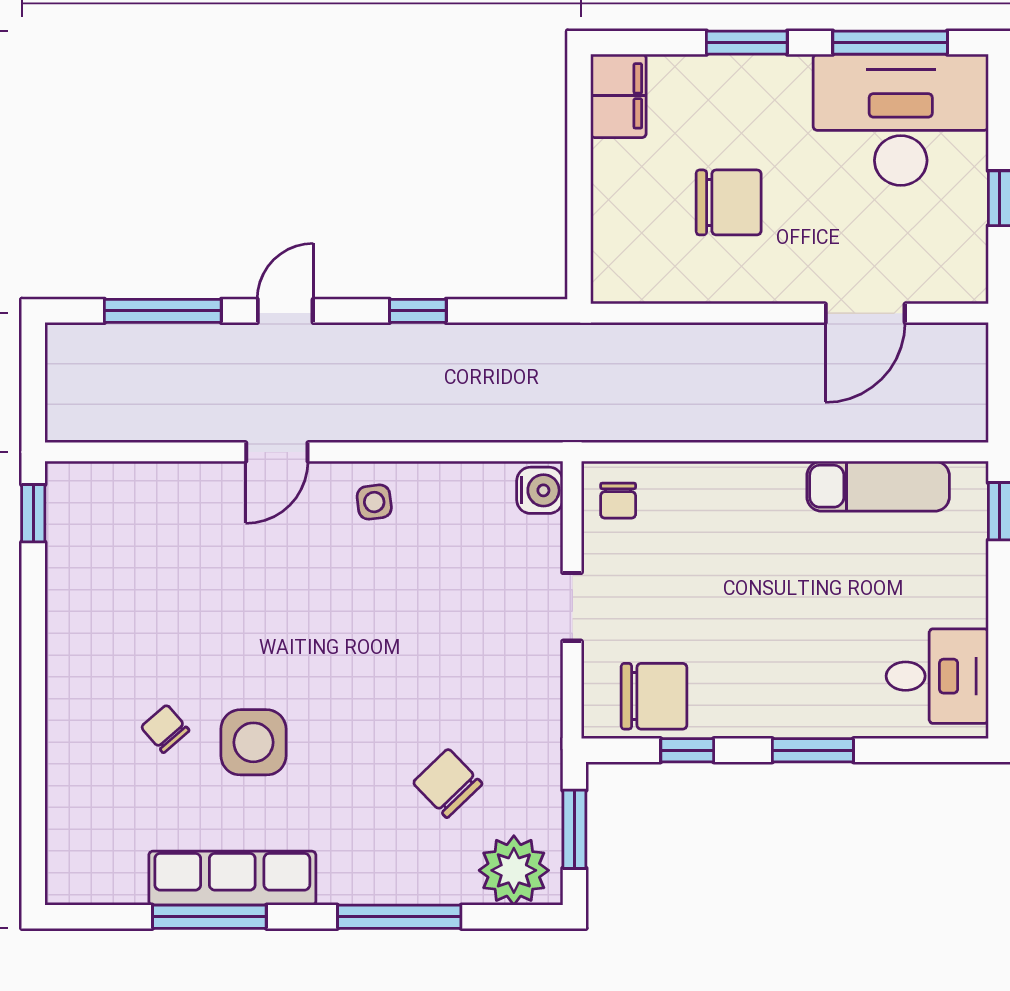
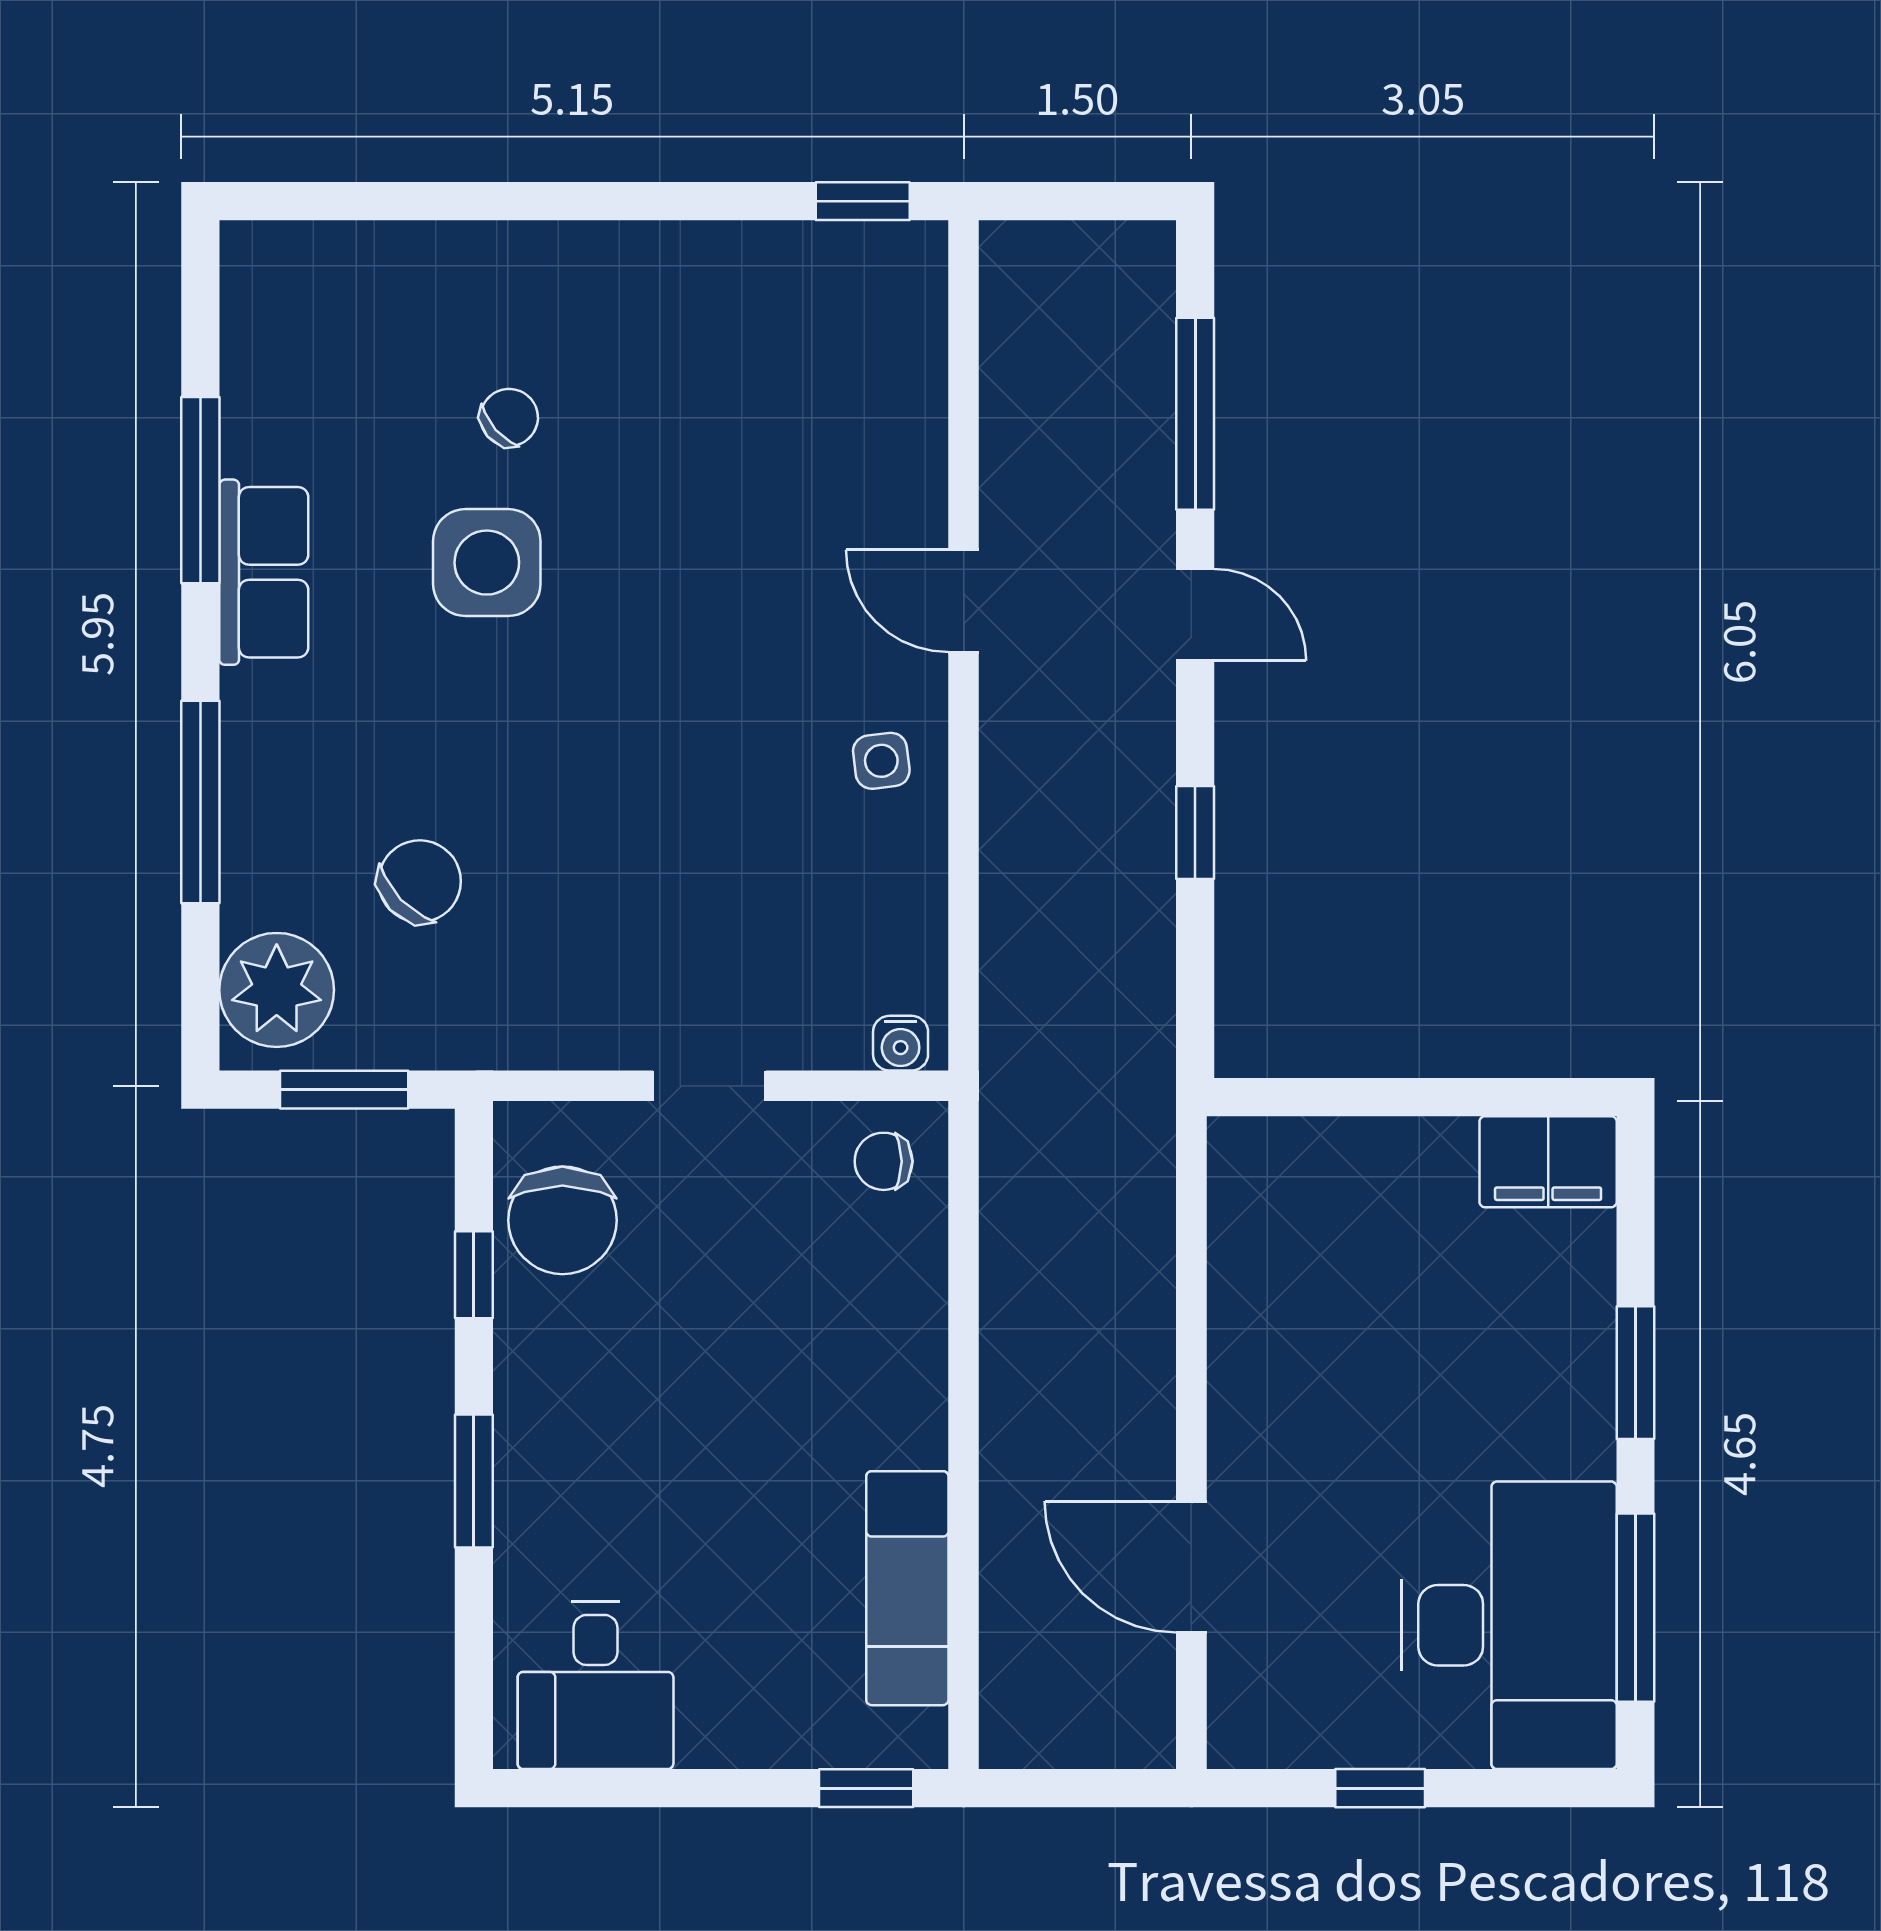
chair: (729, 202) -> (1373, 1343), removed
water cooler: (540, 490) -> (901, 1043), width x0.72, depth x0.72
row of seats: (232, 878) -> (264, 572), width x0.68

